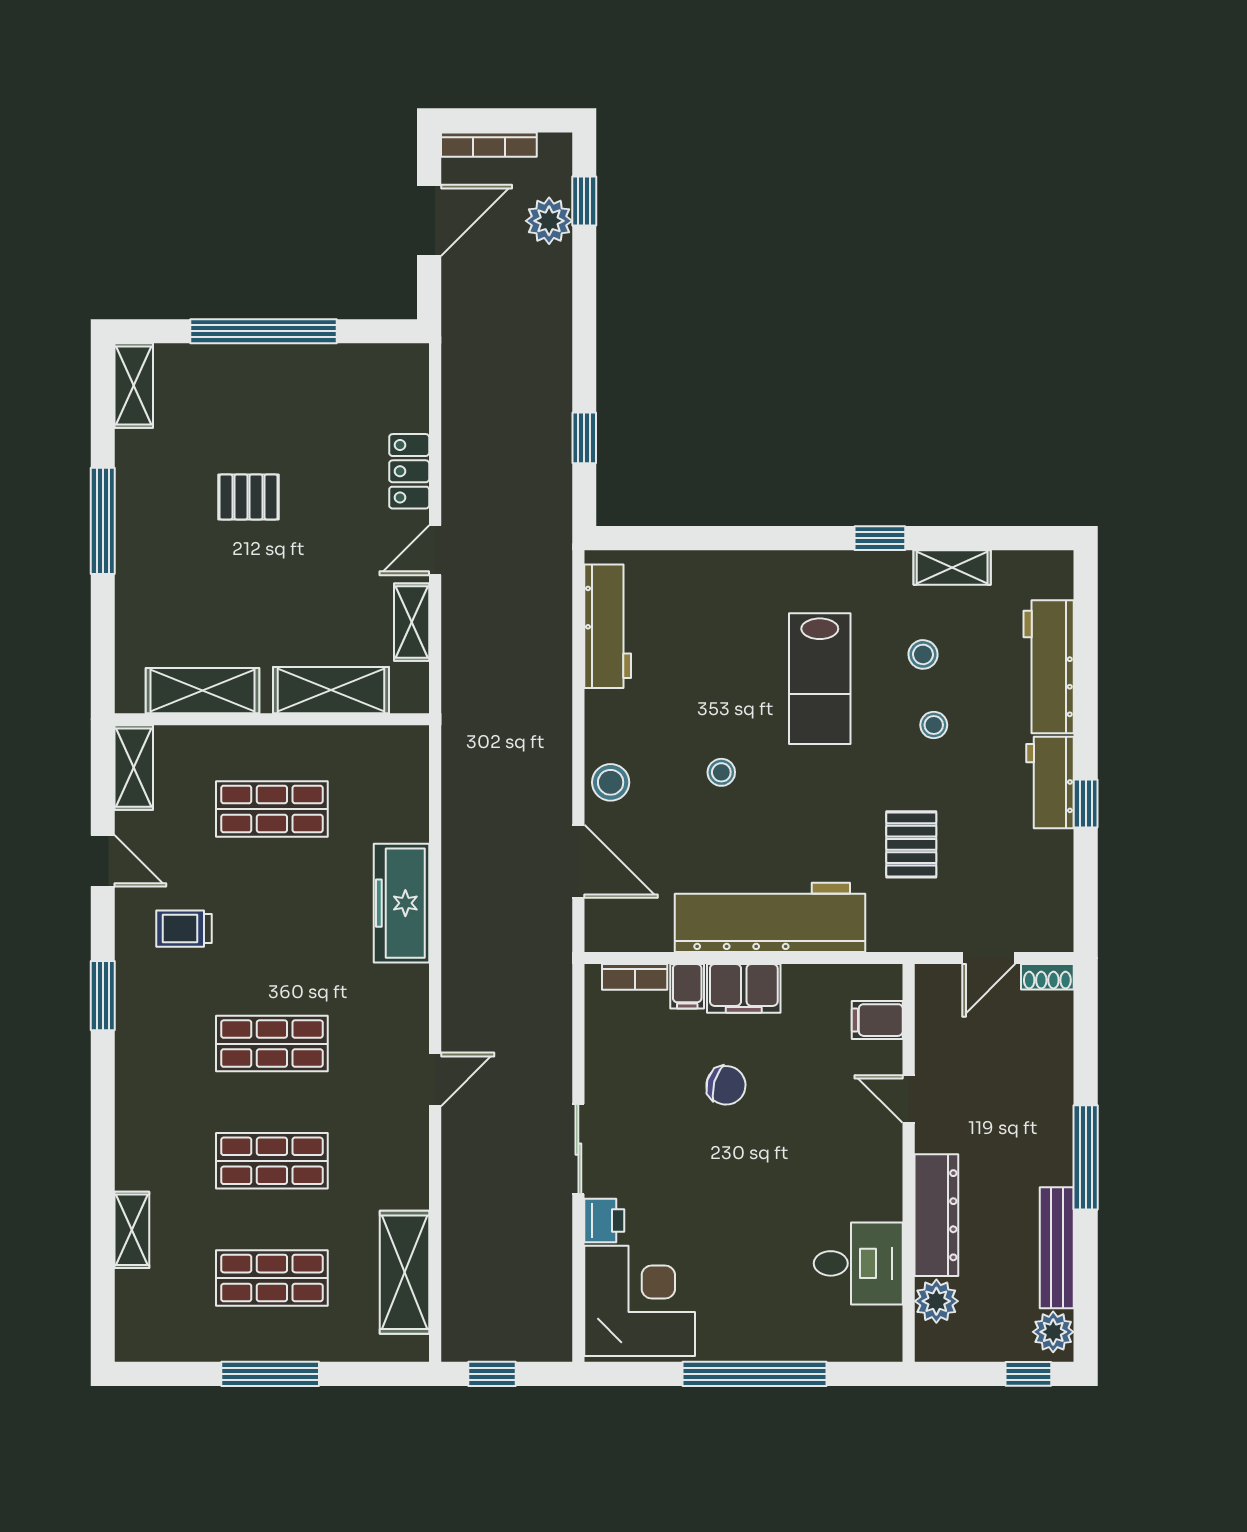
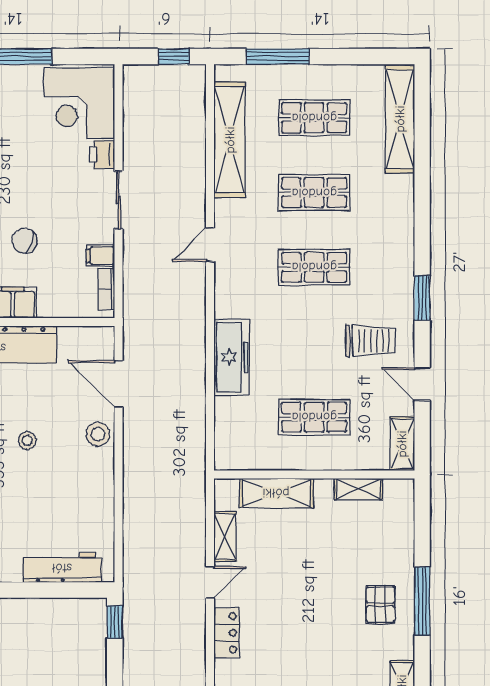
window: (584, 438) -> (115, 622), moved
pallet: (248, 497) -> (380, 605), moved, turned 90
workbench: (608, 626) -> (62, 568), moved, turned 90
shelving: (203, 691) -> (358, 489), width x0.67, depth x0.75
trolley: (184, 929) -> (370, 341), width x1.36, depth x1.39
bookcase: (635, 977) -> (106, 289), moved, turned -90
filing cabinet: (687, 986) -> (100, 256), moved, turned -90
shelving: (132, 1230) -> (400, 119), width x2.20, depth x1.33
shelving: (404, 1272) -> (230, 140), width x1.47
window: (270, 1374) -> (278, 57), moved

